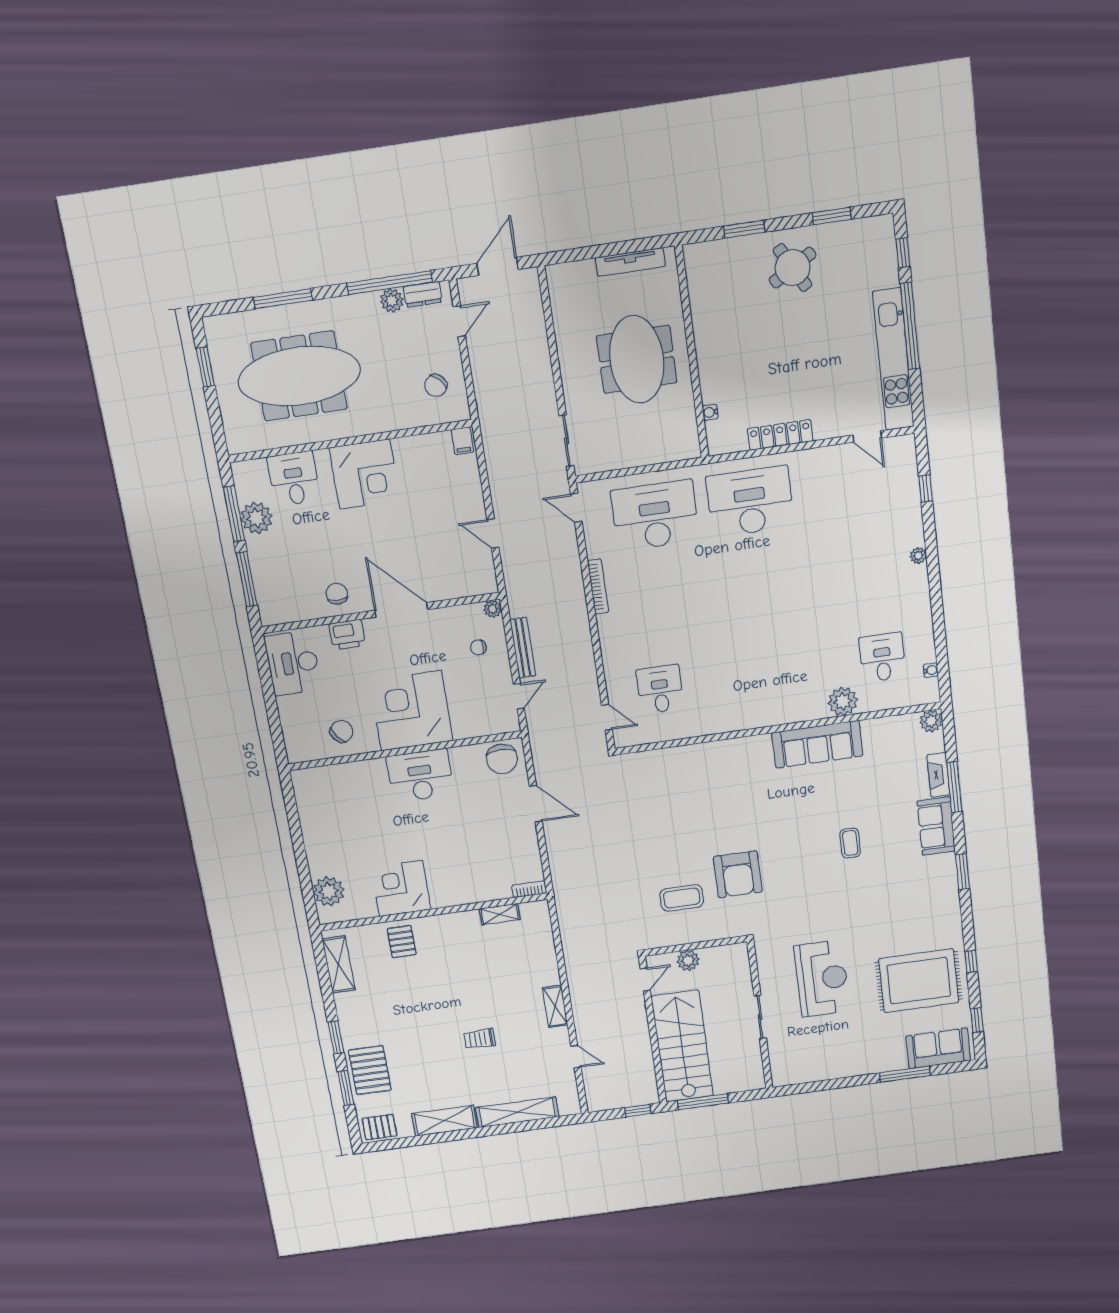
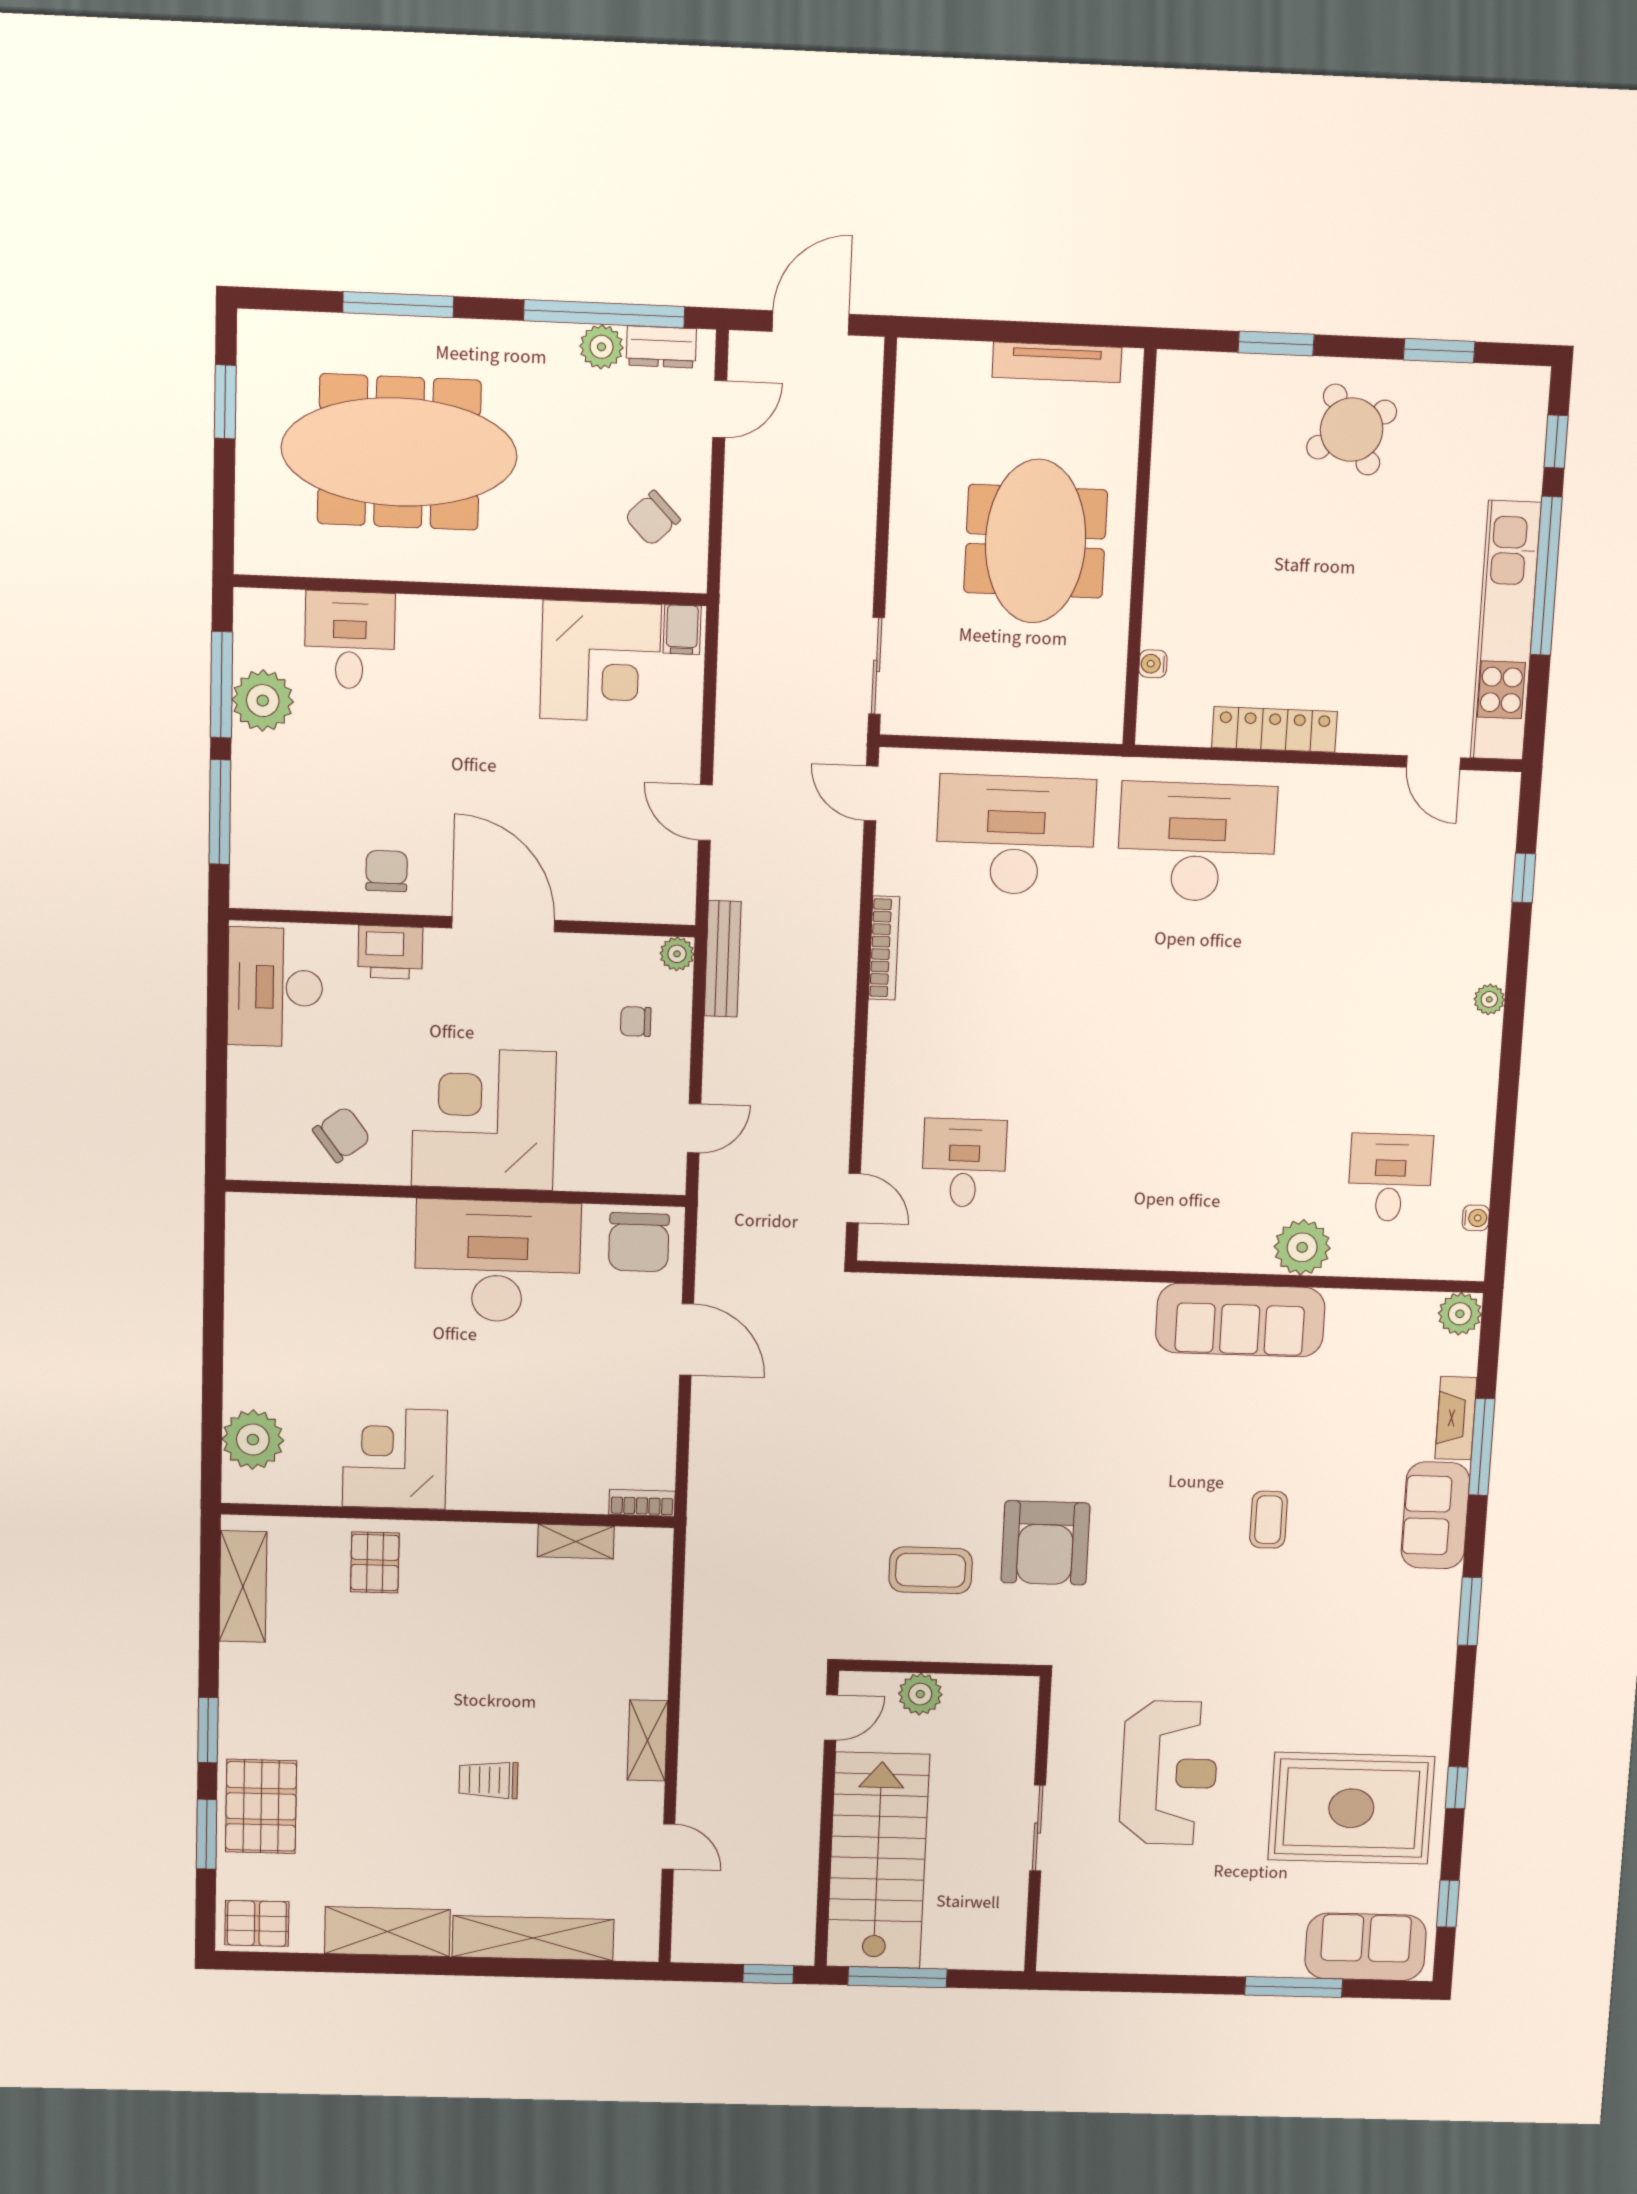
corner desk: (365, 474) -> (601, 662), moved
bench: (523, 648) -> (723, 959), moved
desk: (420, 776) -> (498, 1261), width x1.36, depth x1.30

